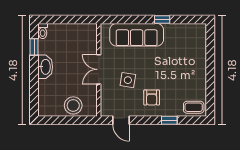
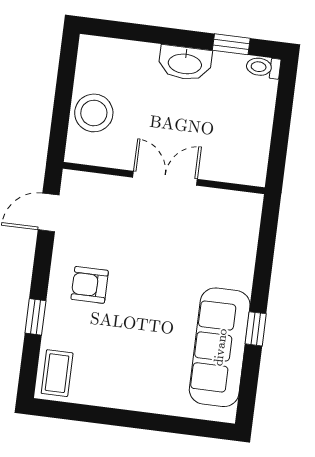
sofa: (137, 35) -> (220, 347), moved
side table: (128, 80) -> (134, 238), removed

